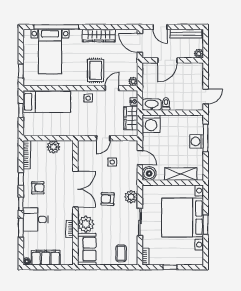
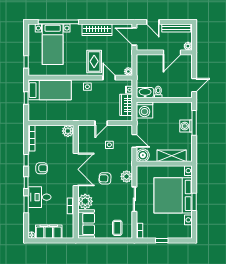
door: (167, 60) -> (172, 52), moved
door: (112, 88) -> (109, 78), hinge flipped
plant: (53, 147) -> (68, 131), moved

